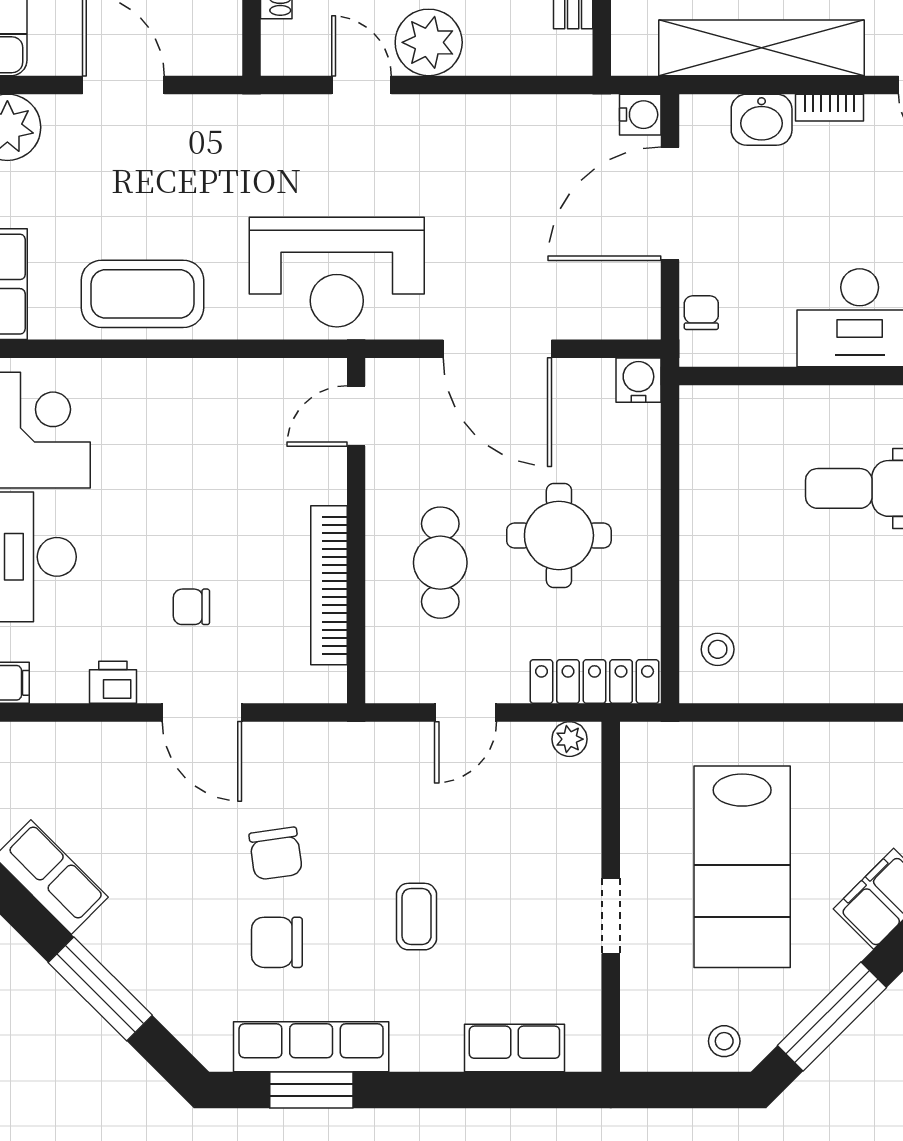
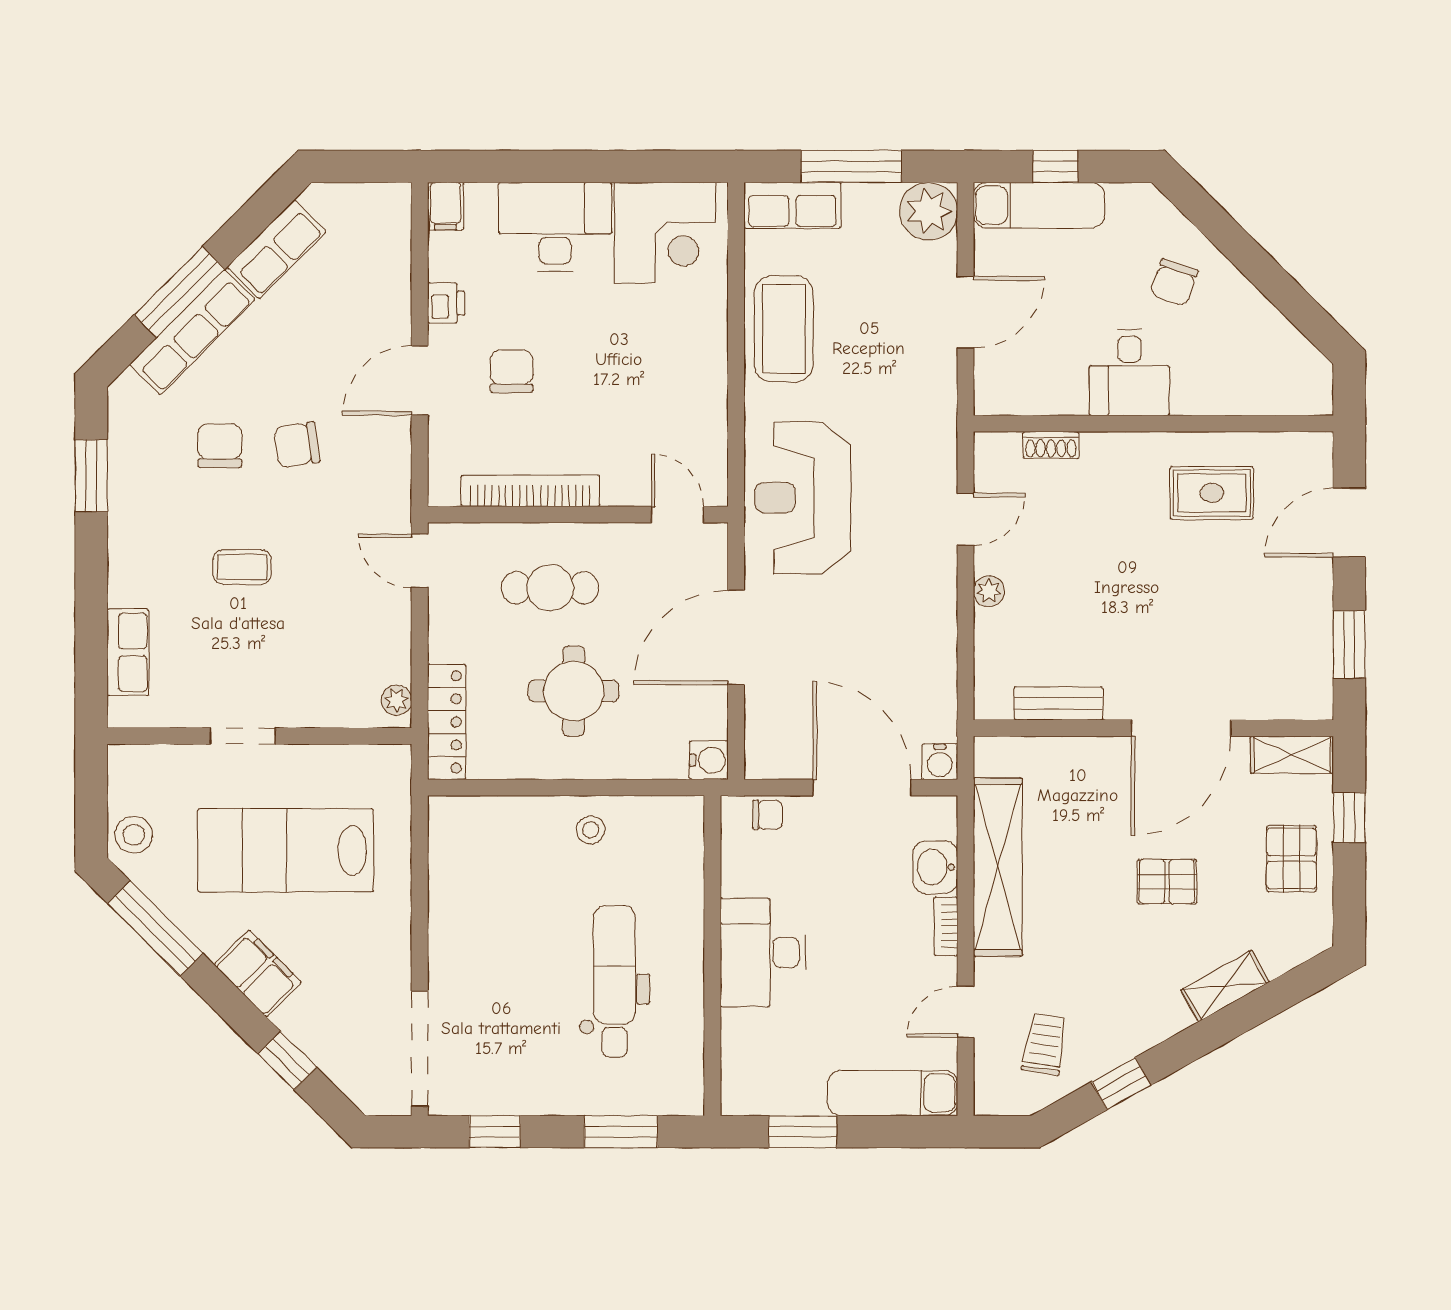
plant: (429, 42) -> (989, 591), width x0.53, depth x0.53
chair: (191, 607) -> (512, 371), width x1.37, depth x1.37
stool: (718, 649) -> (591, 830), moved
door: (466, 713) -> (420, 561), moved
stool: (724, 1041) -> (134, 835), width x1.37, depth x1.37
row of seats: (311, 1047) -> (192, 332), moved, turned 45

